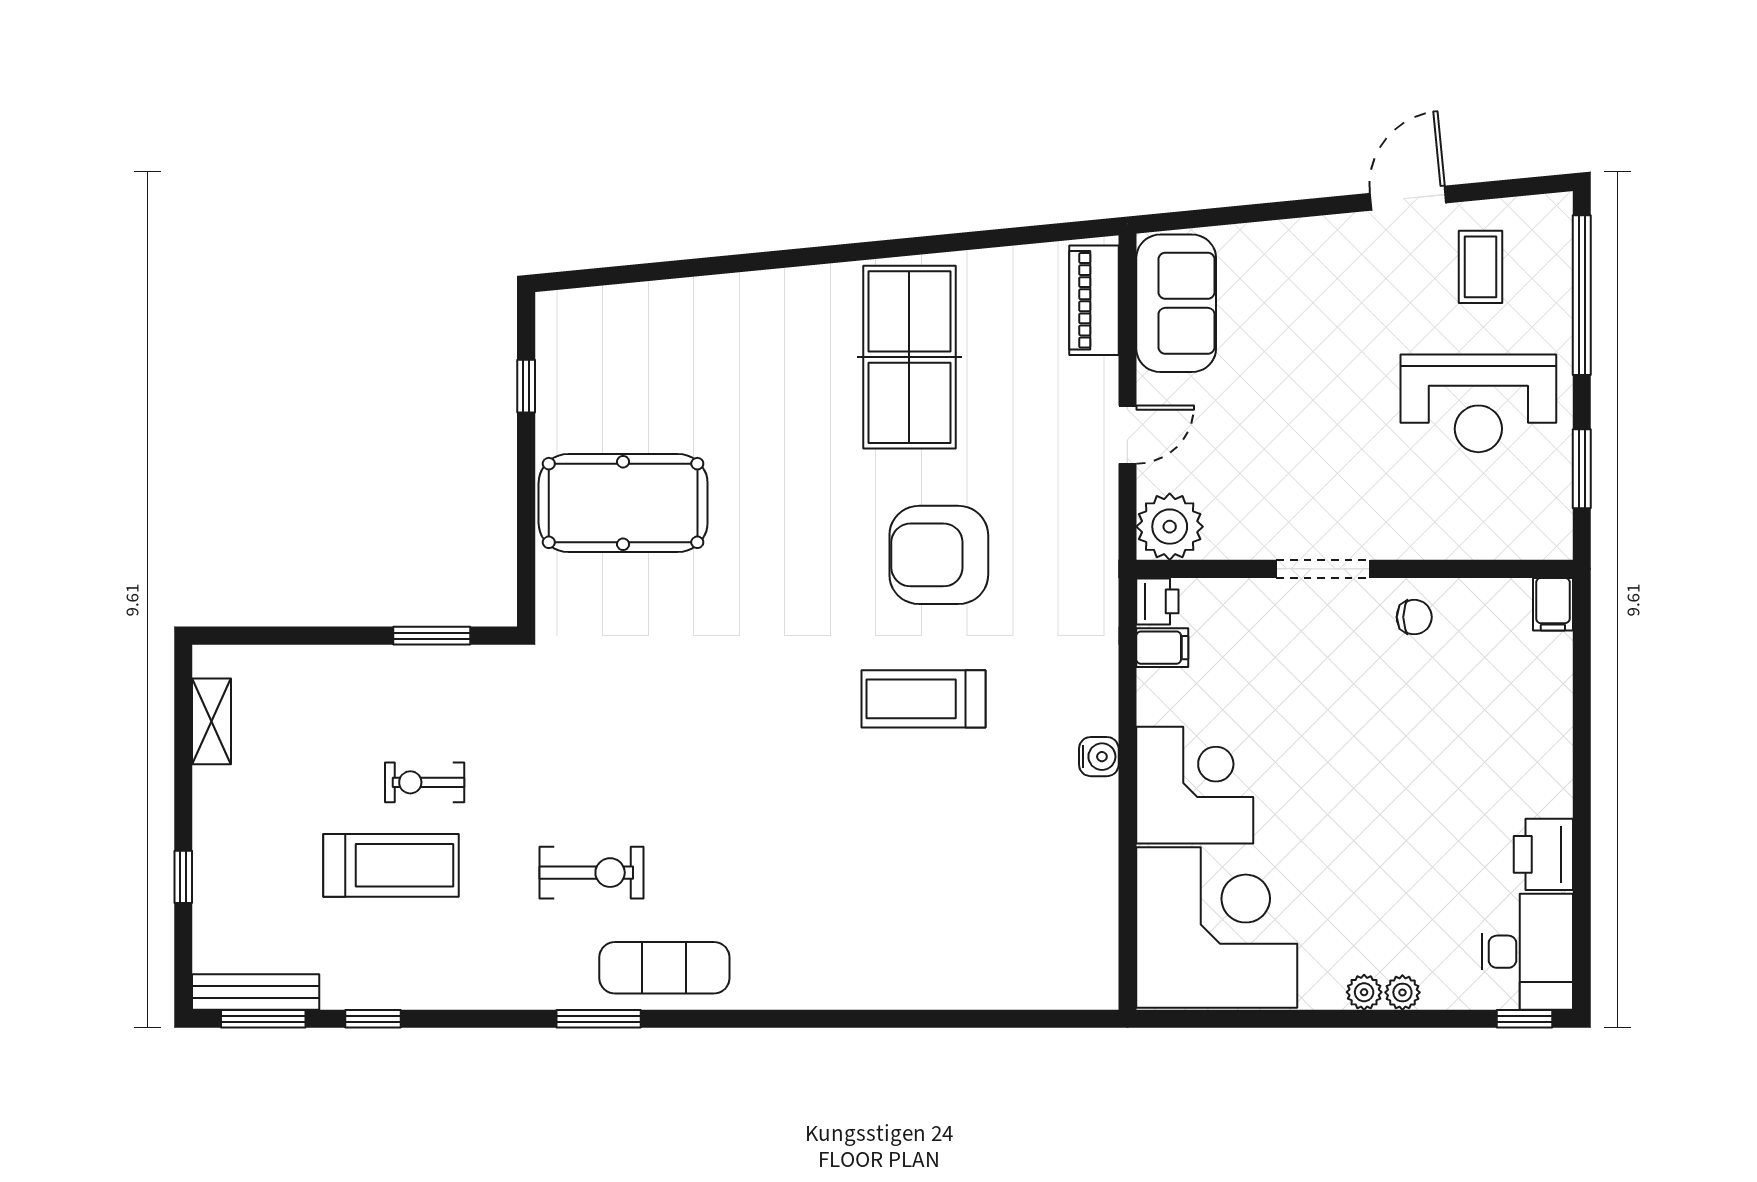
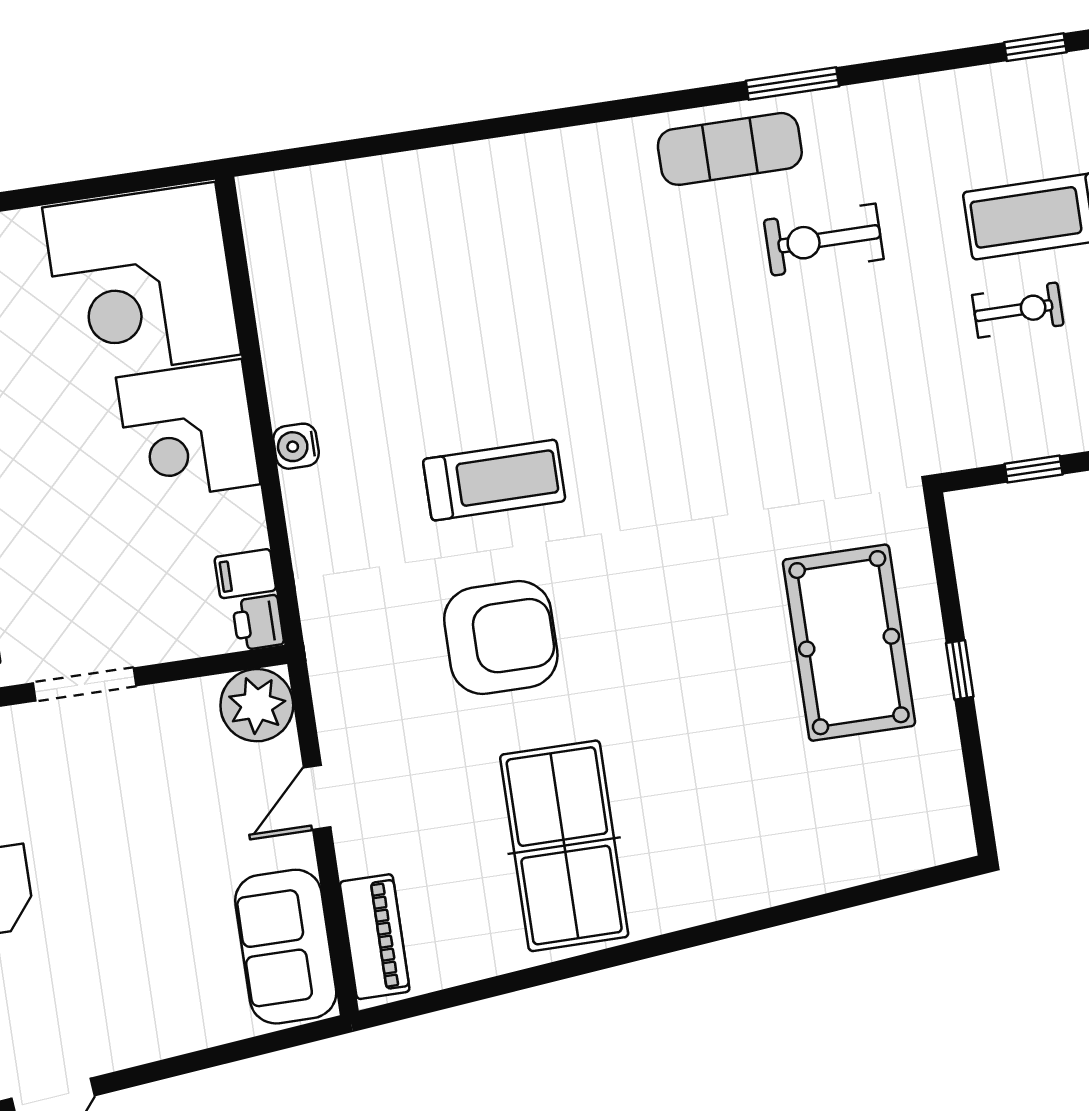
window: (526, 386) -> (960, 670), moved
pool table: (623, 503) -> (849, 643), turned 90
window: (432, 636) -> (1034, 469), width x0.67

